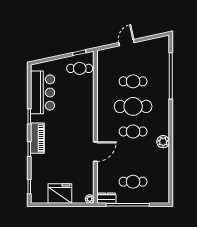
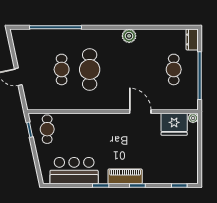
cafe table: (133, 132) -> (118, 69), removed
fridge: (60, 194) -> (174, 124), moved, turned -90
dresser: (106, 198) -> (192, 39), moved

